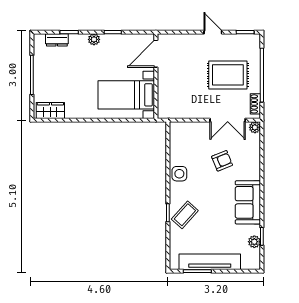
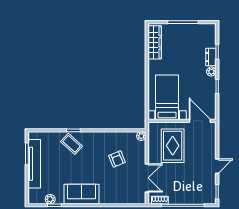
dresser: (57, 40) -> (211, 57), moved
rug: (228, 75) -> (173, 146), moved
wardrobe: (50, 111) -> (155, 42), width x1.50
double door: (228, 120) -> (147, 178), swing flipped
plant: (255, 127) -> (141, 136), moved
armchair: (222, 161) -> (117, 159), moved
side table: (179, 174) -> (104, 140), removed

